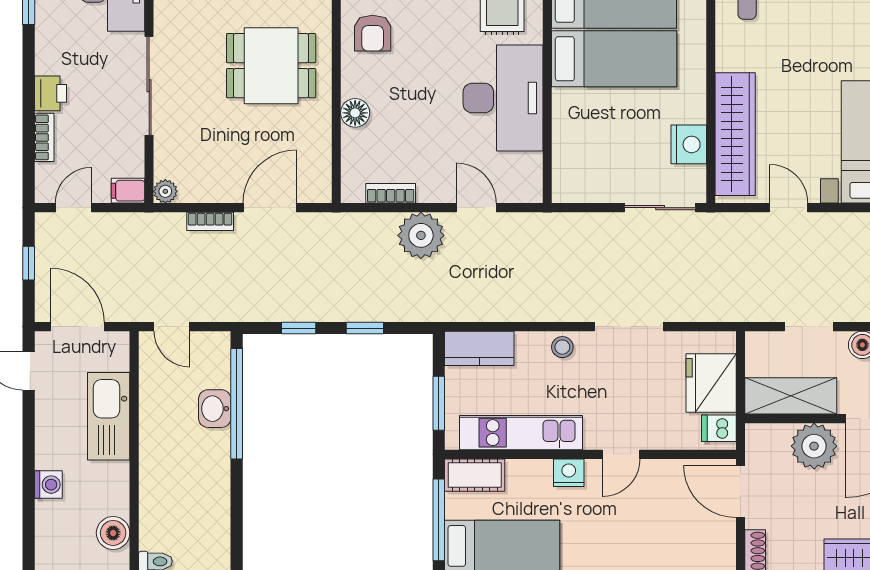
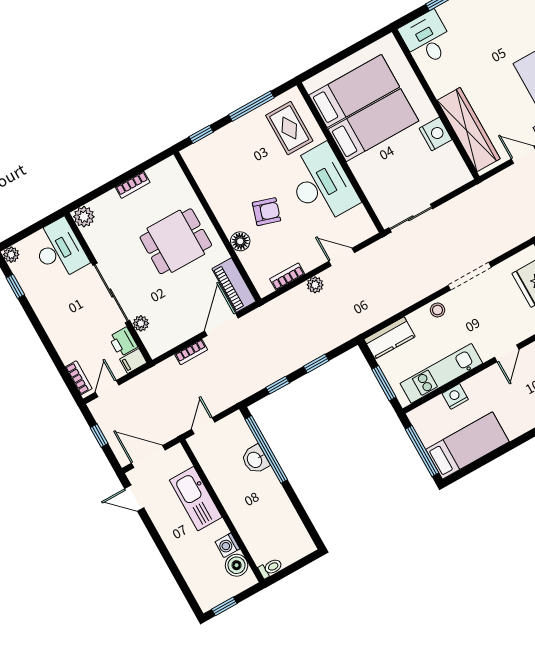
armchair: (373, 33) -> (266, 212), moved, turned -73
printer: (50, 93) -> (123, 342), moved, turned 180
bookcase: (44, 137) -> (79, 378), moved
nightstand: (689, 144) -> (436, 134), moved
piano: (315, 165) -> (234, 285), added
plant: (165, 191) -> (141, 323), moved
sliding door: (660, 208) -> (411, 218), moved
plant: (421, 235) -> (315, 285), width x0.53, depth x0.53
door: (172, 327) -> (203, 426), swing flipped
nightstand: (569, 473) -> (455, 396), moved
cot: (475, 475) -> (428, 413), removed
washing machine: (48, 485) -> (227, 545), moved, turned 180

